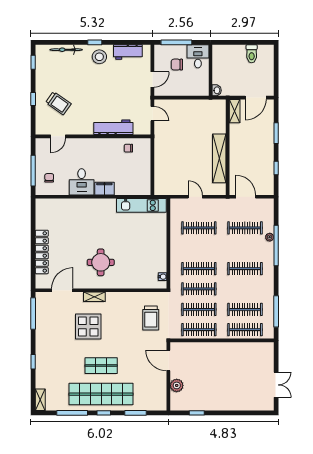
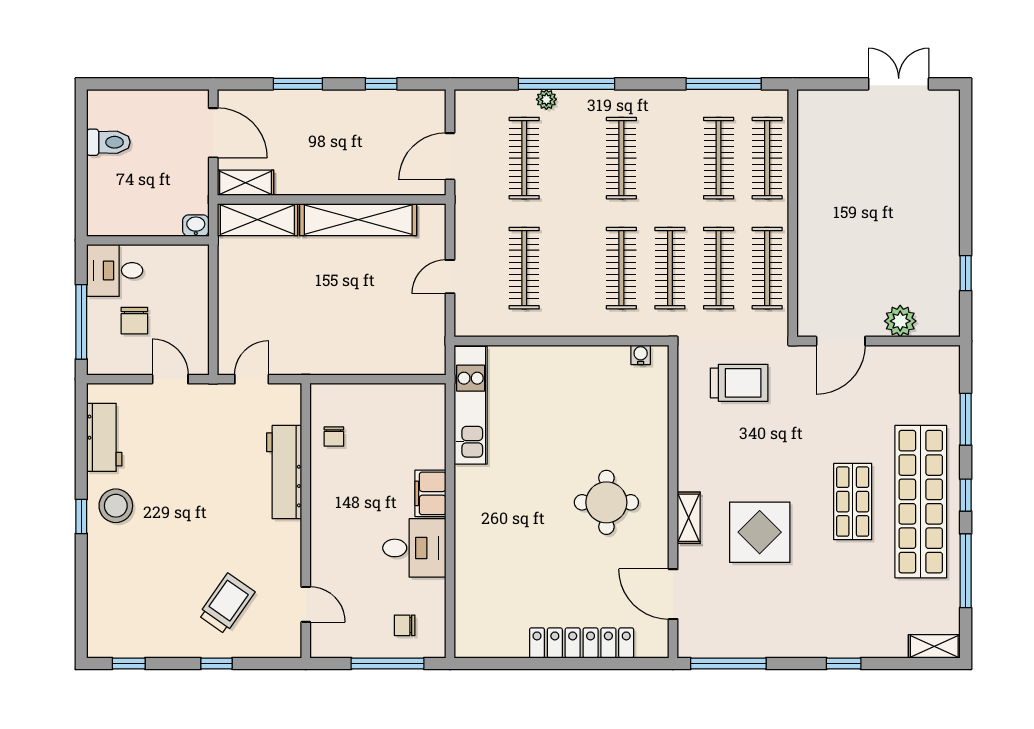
bicycle: (66, 50) -> (99, 585), removed
shelving: (219, 116) -> (257, 220), added

